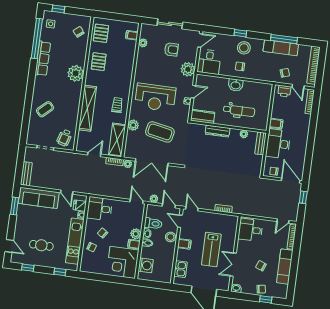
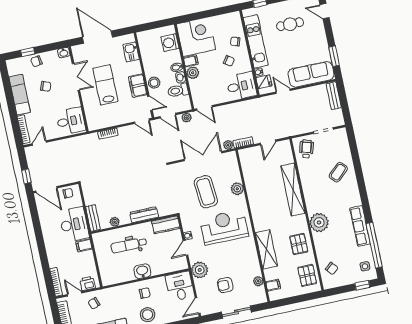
trolley: (117, 105) -> (262, 204), removed
coffee table: (160, 132) -> (206, 192), turned 74
shelving: (117, 140) -> (266, 249), moved
filing cabinet: (184, 244) -> (138, 86), width x2.00

